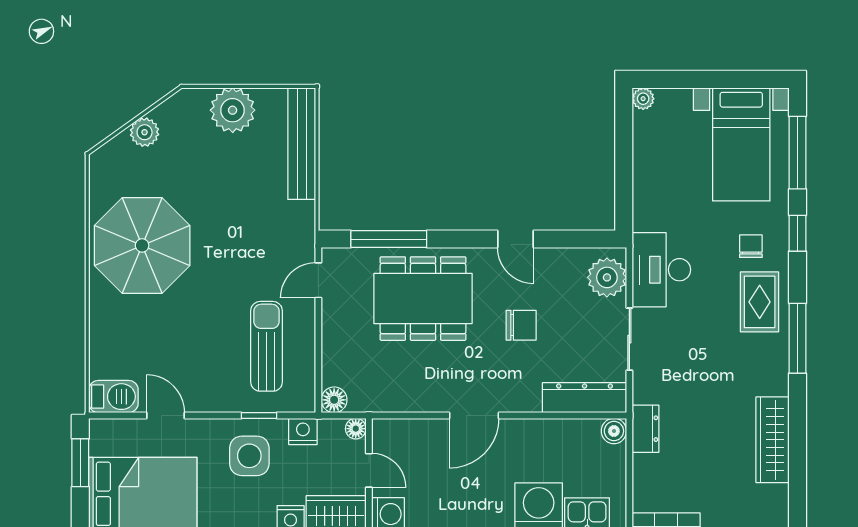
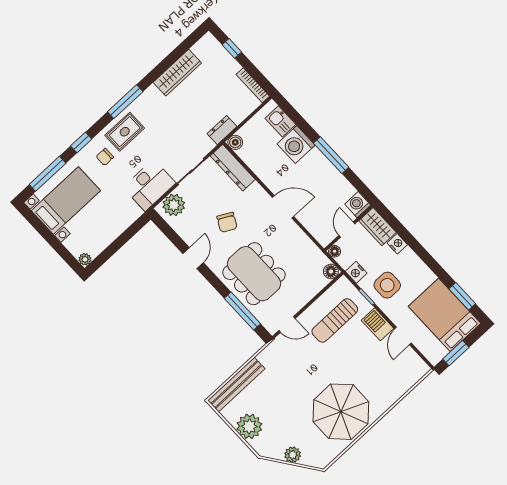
chair: (521, 325) -> (227, 222), turned -152
barbecue: (113, 397) -> (377, 324), moved

